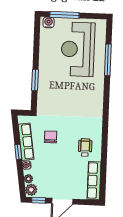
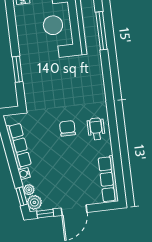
chair: (51, 137) -> (67, 128), moved
wheelchair: (85, 148) -> (96, 129), moved
window: (18, 152) -> (22, 196), moved

